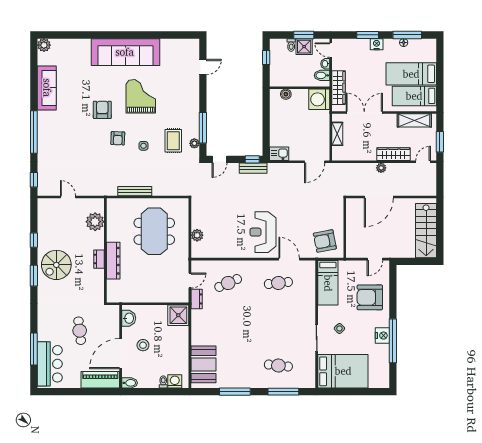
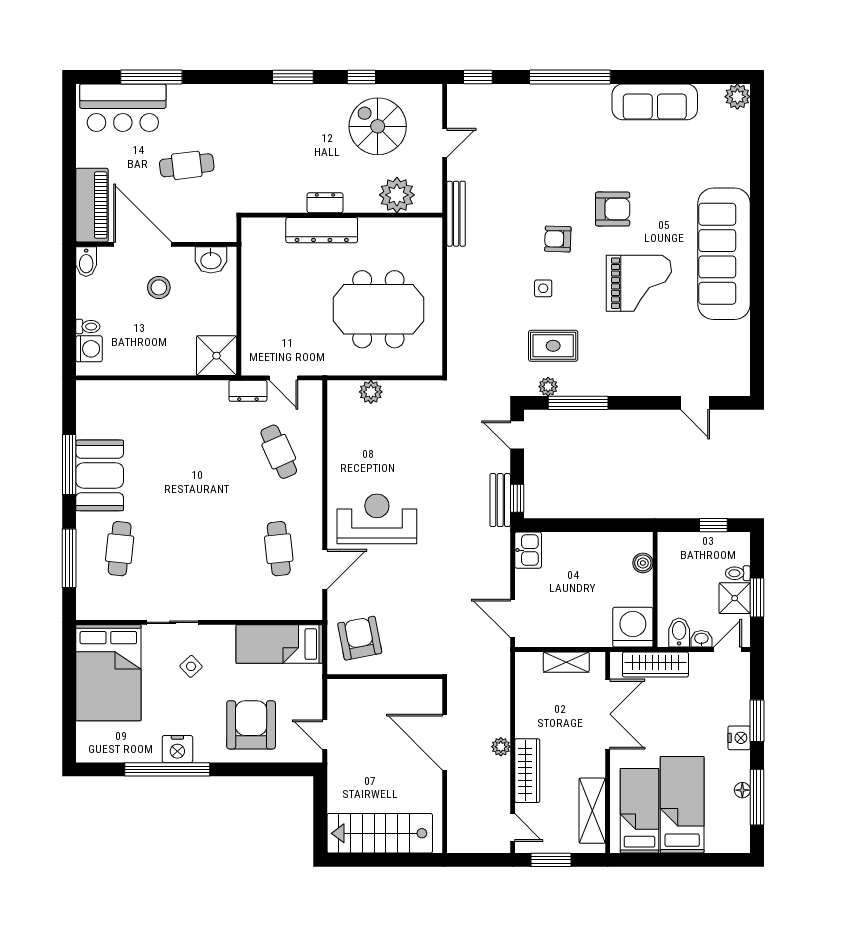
bench: (135, 191) -> (456, 214), moved
spiral stairs: (56, 265) -> (378, 126), moved
booth: (203, 364) -> (100, 475), moved, turned 90

